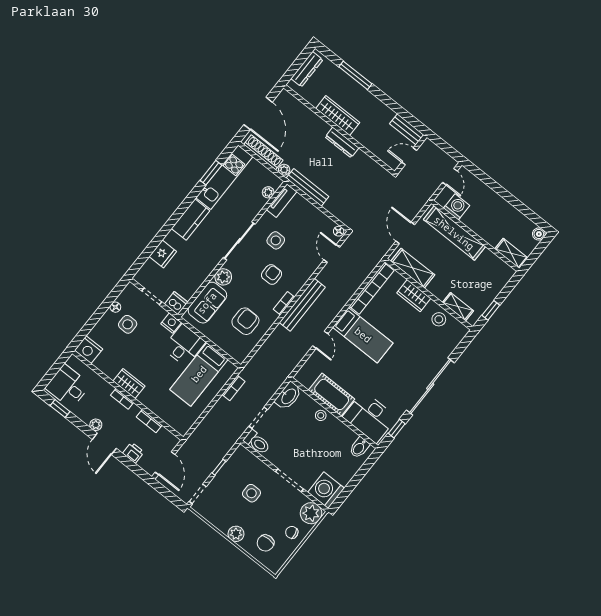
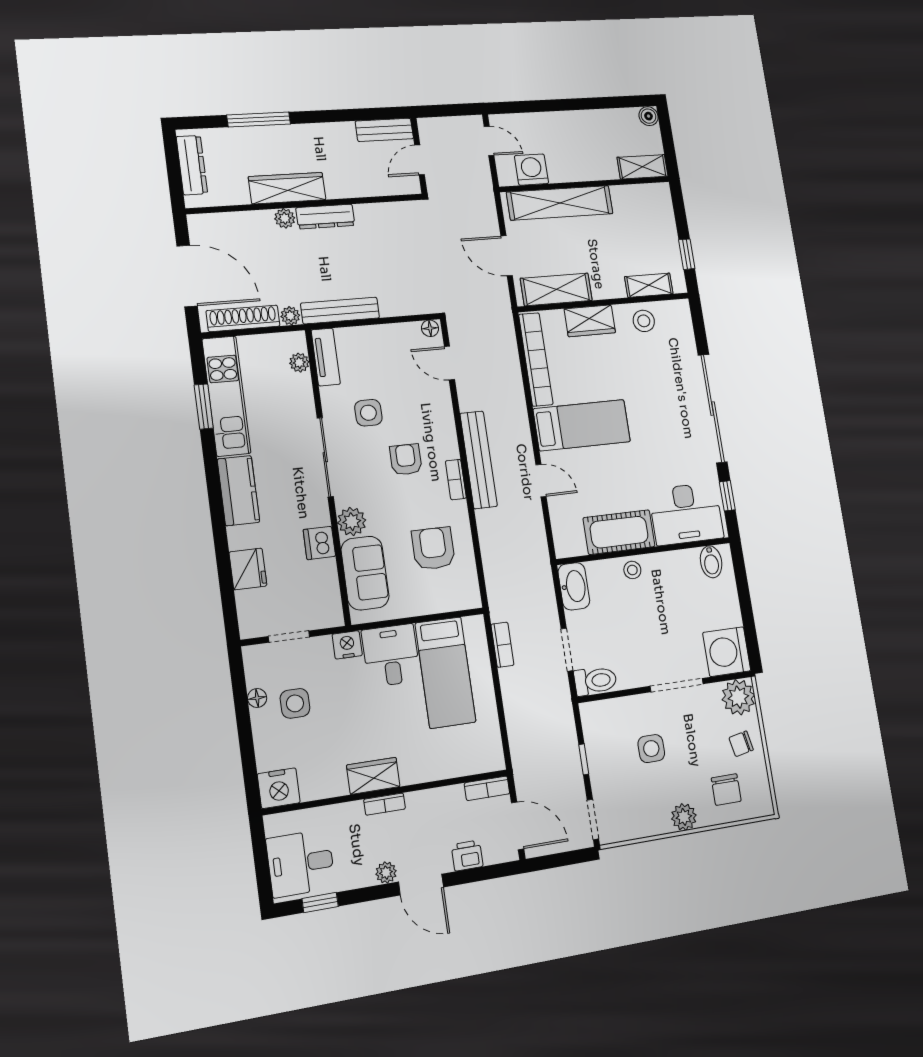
plant: (324, 127) -> (285, 218), added
dishwasher: (176, 303) -> (319, 543), moved, turned -90
bookcase: (149, 421) -> (487, 788), moved

